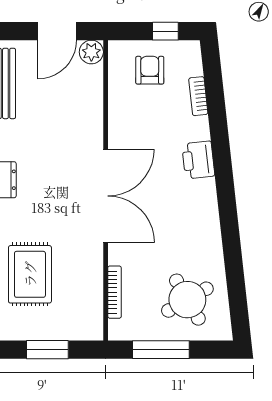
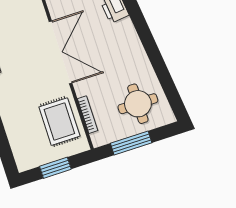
rug: (30, 274) -> (59, 122), moved
round table: (187, 300) -> (138, 104), turned 30

